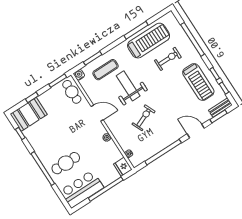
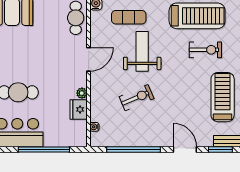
treadmill: (198, 82) -> (223, 97), turned 180
door: (97, 113) -> (89, 59), hinge flipped
fridge: (123, 167) -> (79, 109), moved

